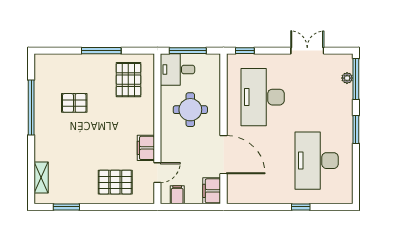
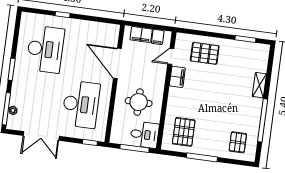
double door: (307, 51) -> (41, 136), width x1.37
pallet: (74, 103) -> (238, 142), moved, turned 90
shelving: (41, 177) -> (259, 85), moved
filing cabinet: (212, 191) -> (141, 34), moved, turned 90

